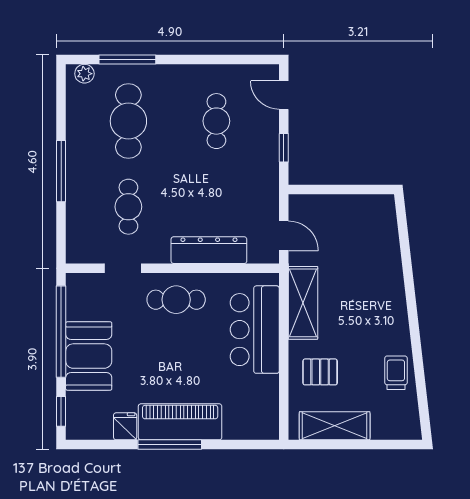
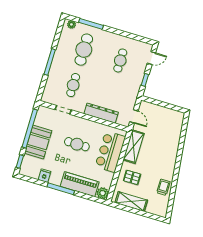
door: (284, 95) -> (151, 58), swing flipped
cafe table: (176, 300) -> (77, 144), moved
piano: (180, 422) -> (80, 184), moved
plant: (266, 426) -> (103, 193), added

